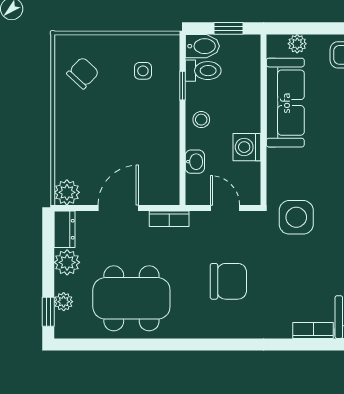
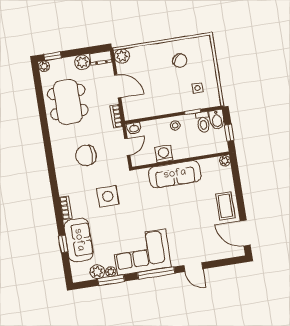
plant: (297, 44) -> (225, 161), moved
chair: (83, 73) -> (180, 61), moved
sofa: (285, 103) -> (175, 174), moved
washbasin: (195, 162) -> (134, 128), moved
side table: (296, 217) -> (108, 196), moved
chair: (228, 281) -> (86, 155), turned 90
plant: (64, 302) -> (44, 66), moved

